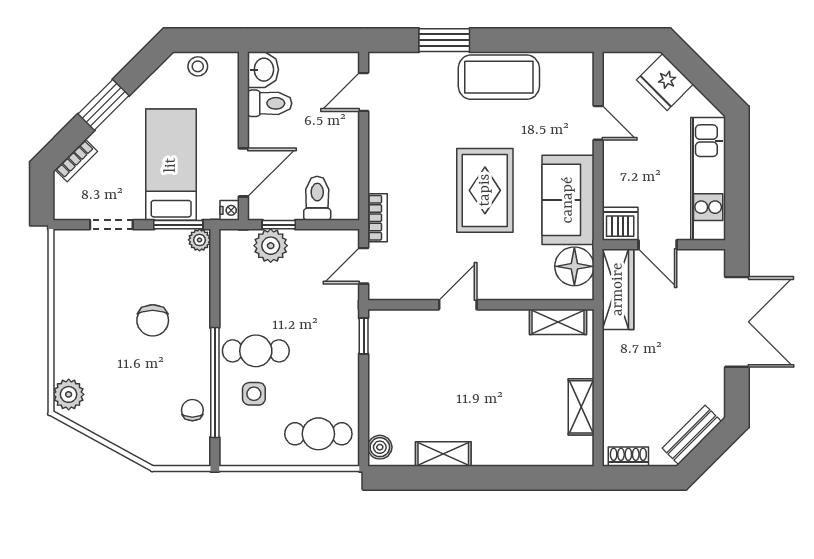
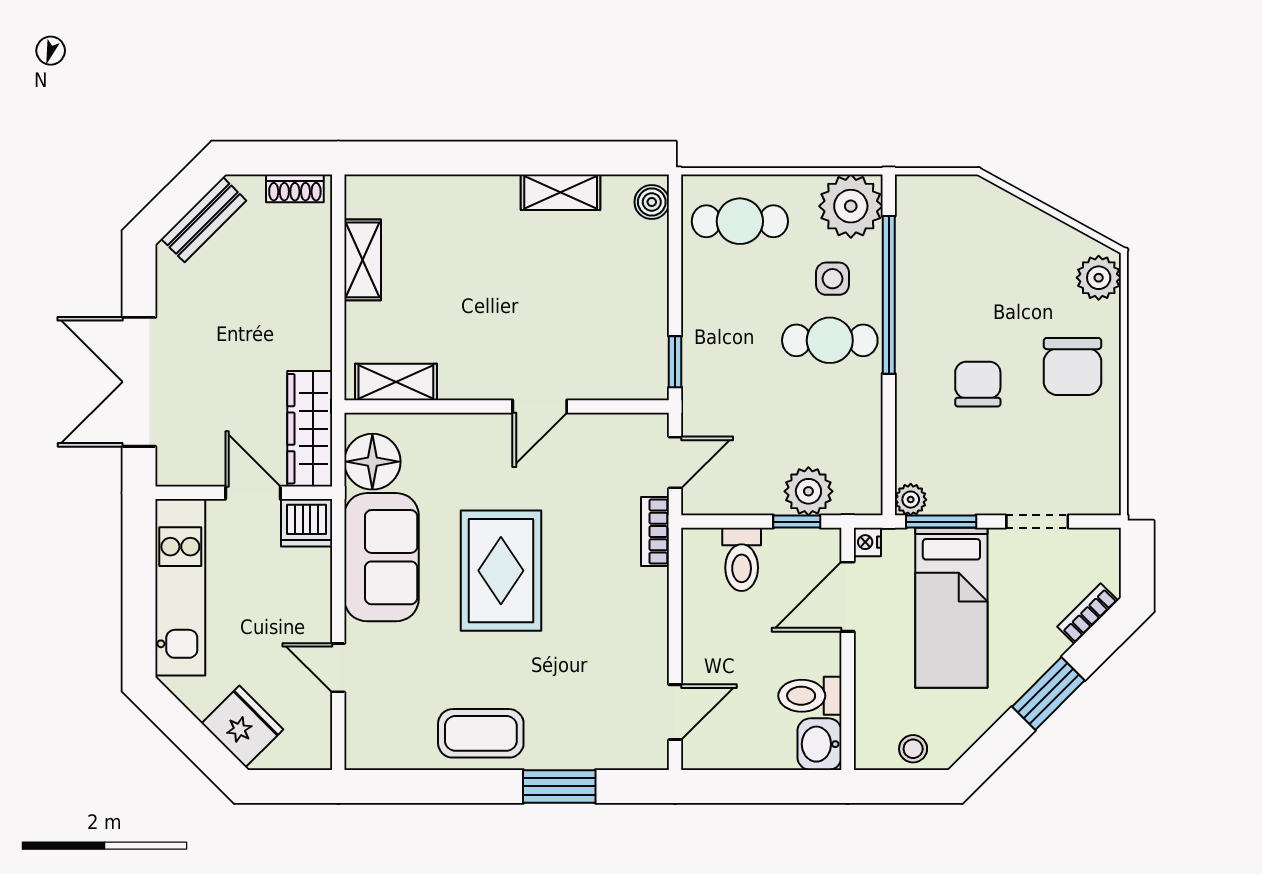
coffee table: (499, 77) -> (481, 733), width x0.73, depth x0.76
chair: (192, 410) -> (1073, 367), moved, width x1.87, depth x1.87
plant: (241, 444) -> (851, 206), added

